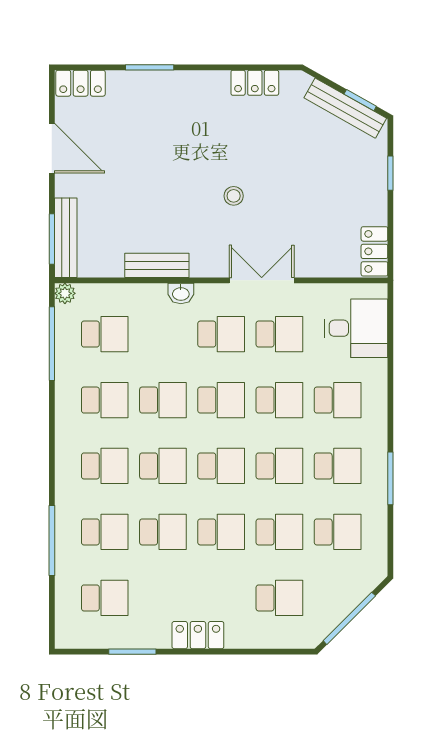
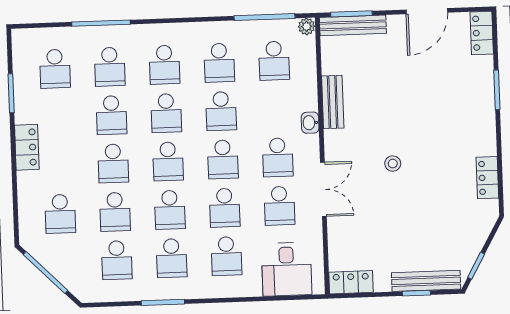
bench: (345, 108) -> (426, 281), moved, turned 61

